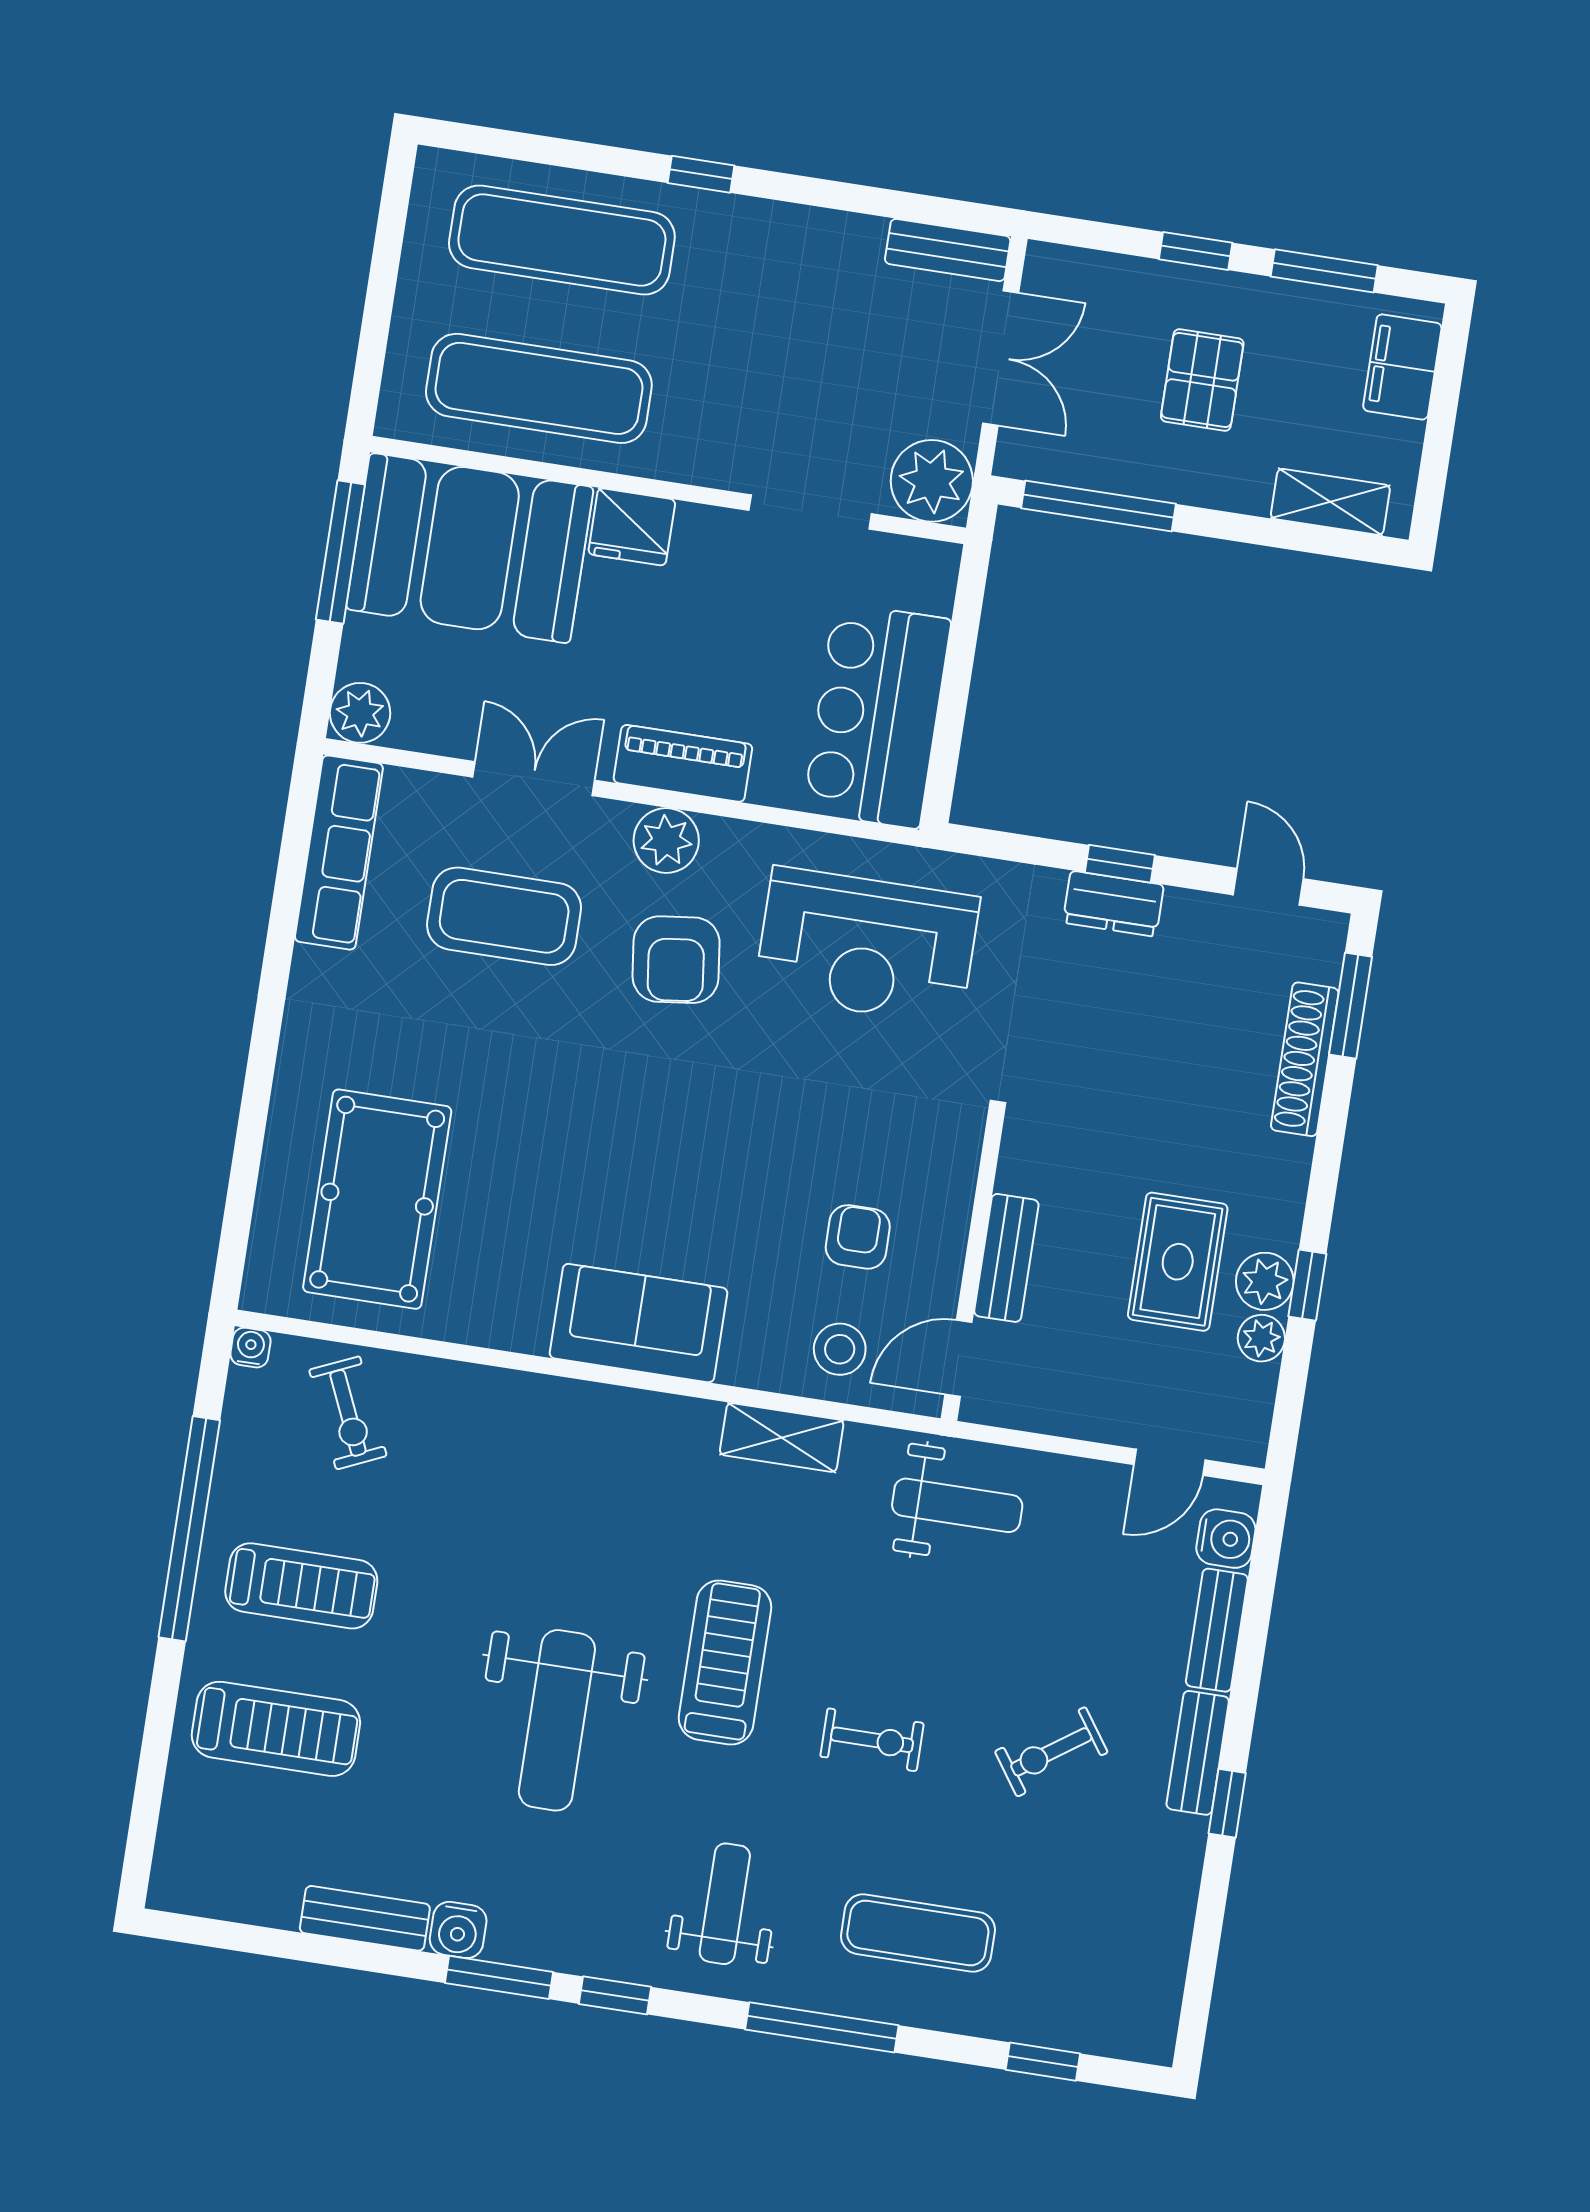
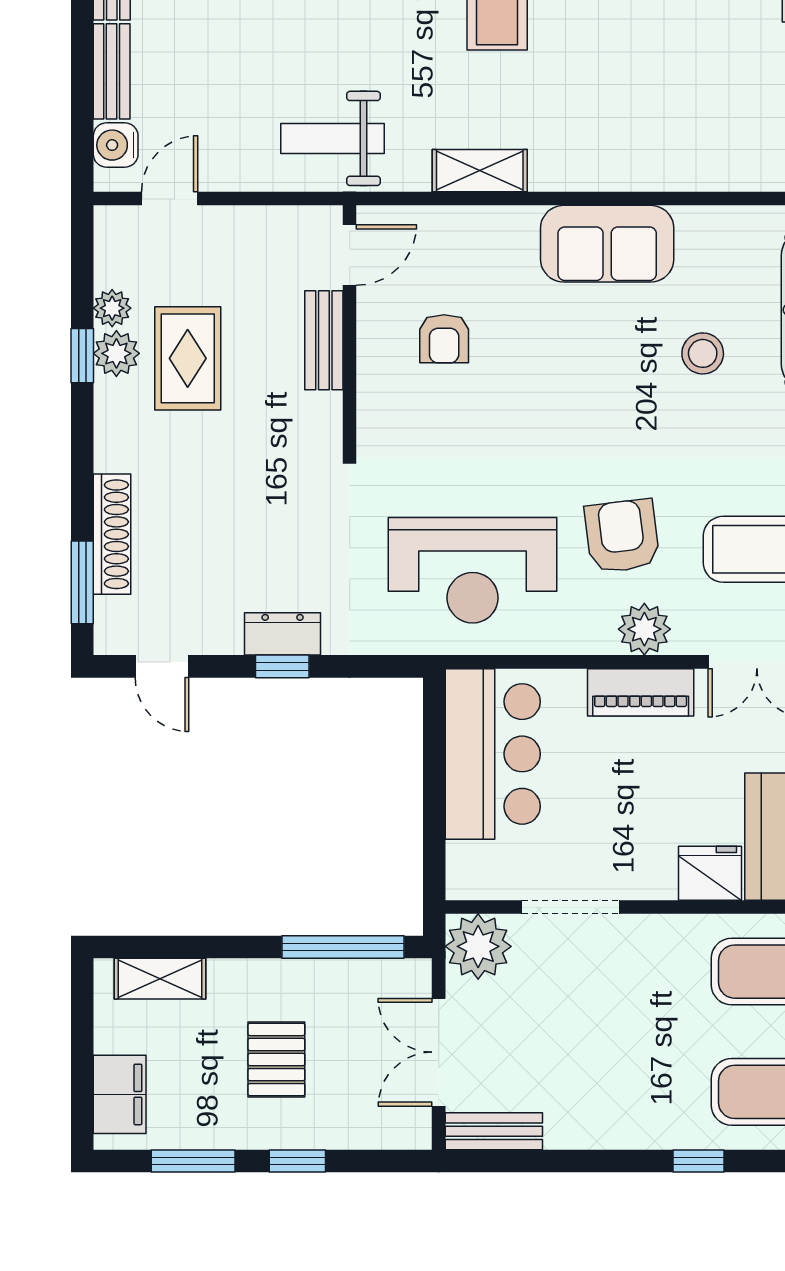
reception desk: (867, 946) -> (473, 570), turned 180
stool: (840, 1349) -> (703, 353), moved

